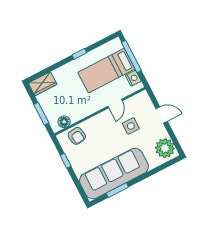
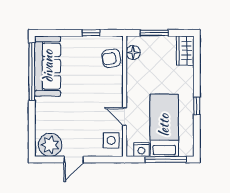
door: (162, 115) -> (74, 160), moved
side table: (131, 126) -> (111, 140), moved
sofa: (114, 174) -> (48, 66), width x0.74, depth x0.79
window: (117, 190) -> (32, 72), width x2.11

